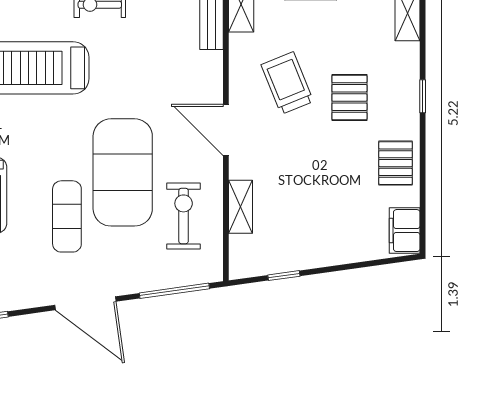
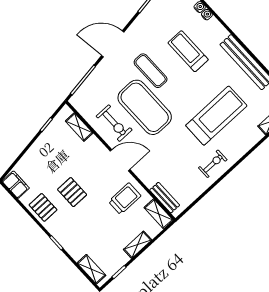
trolley: (287, 83) -> (125, 199), moved, turned -68
pallet: (349, 97) -> (72, 192), moved
shelving: (241, 207) -> (79, 127), moved
exercise bike: (184, 216) -> (114, 123), moved

